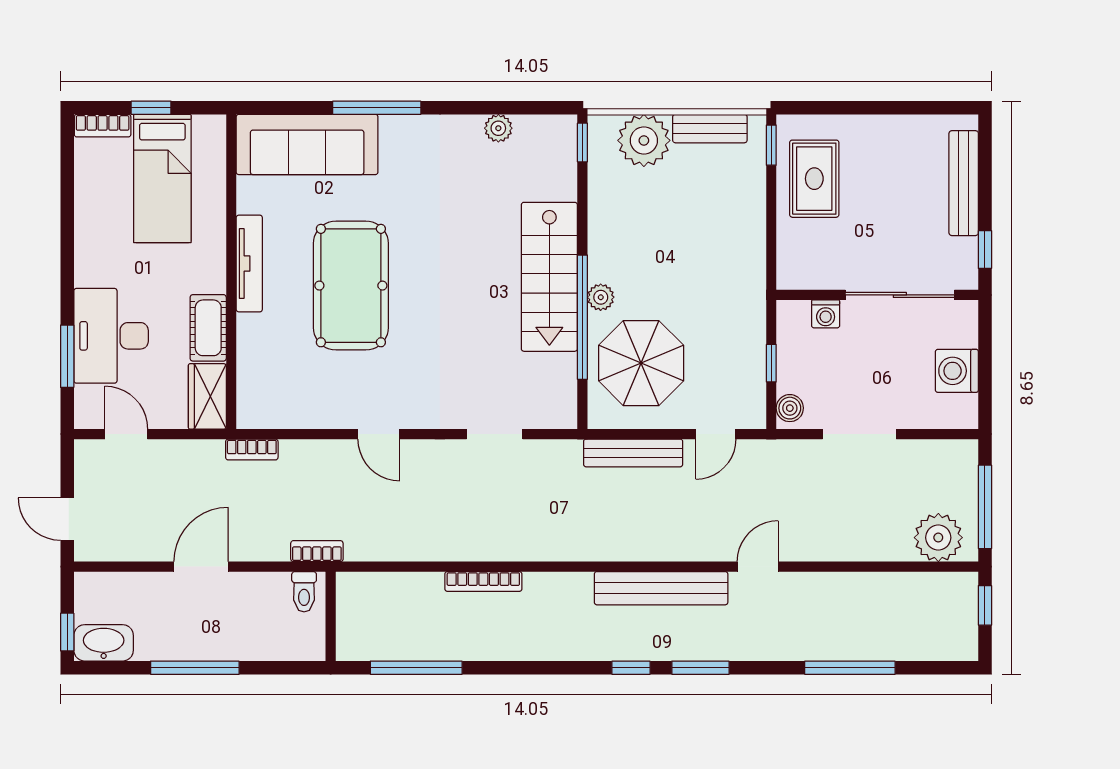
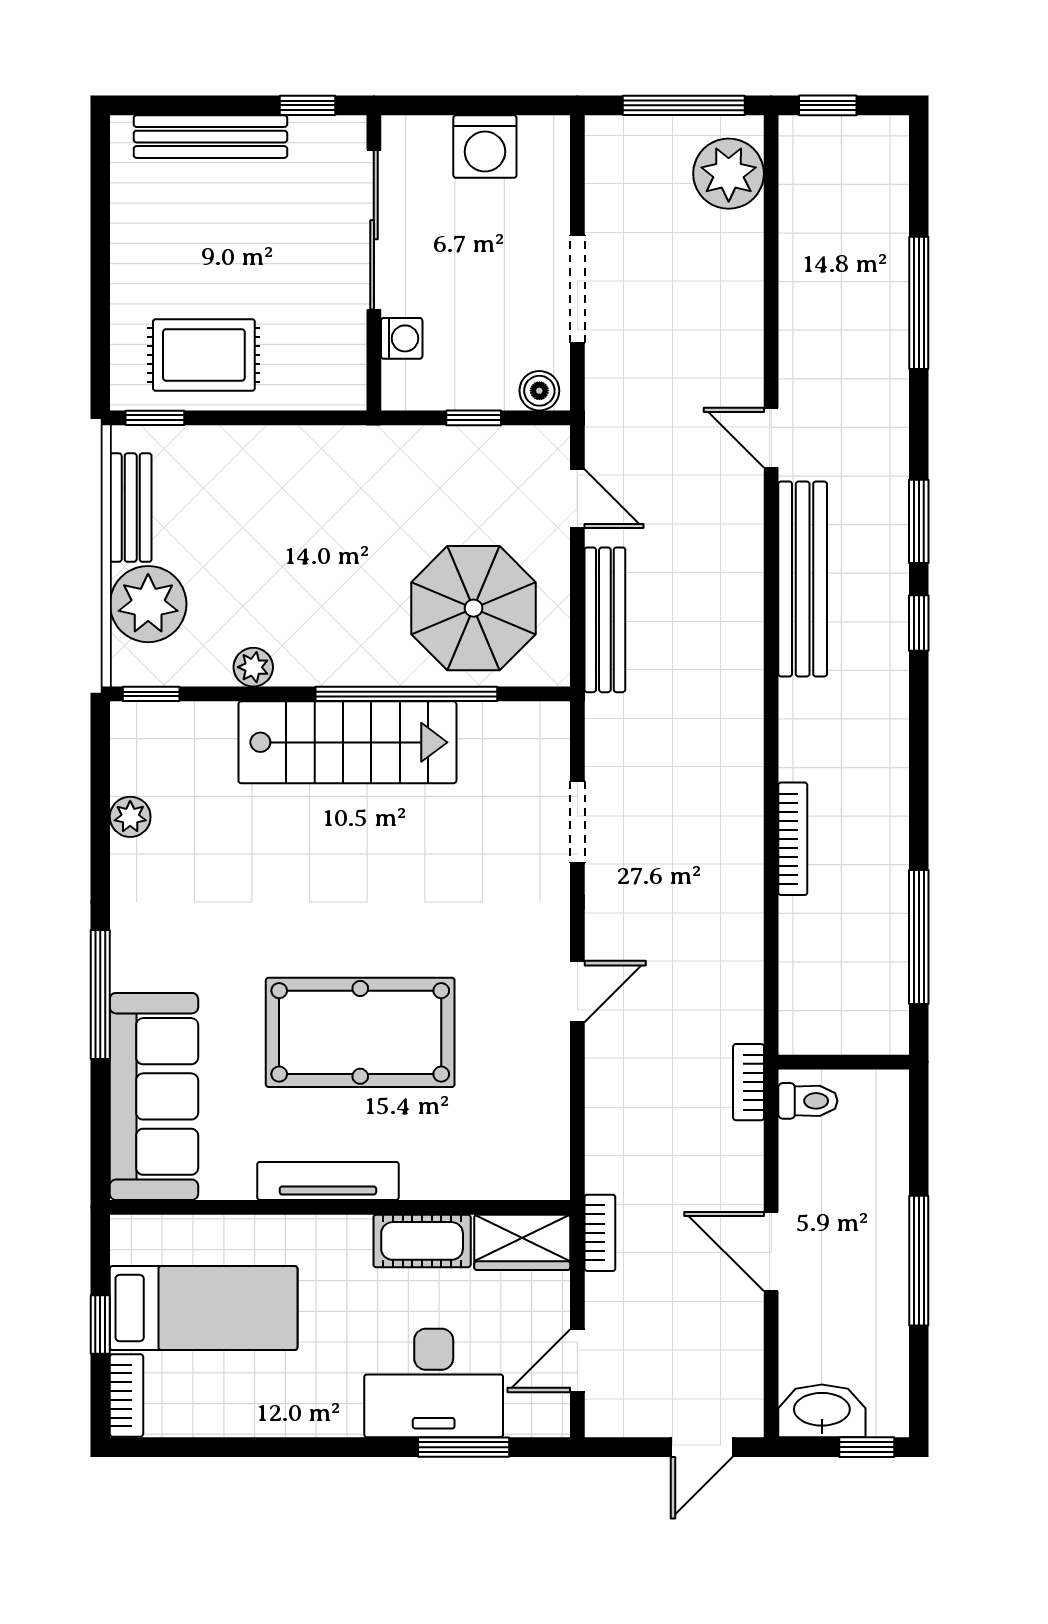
plant: (601, 297) -> (253, 667), moved
bookcase: (252, 450) -> (600, 1233), moved
washbasin: (104, 643) -> (822, 1411), moved, turned 90

